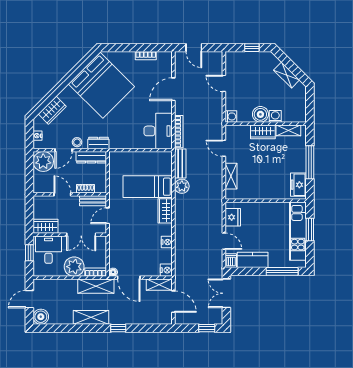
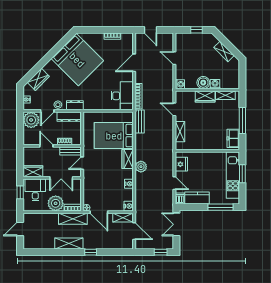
plant: (182, 186) -> (141, 167), moved
bed: (148, 187) -> (114, 136), width x1.50
boiler: (41, 317) -> (29, 243), removed

